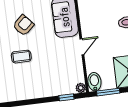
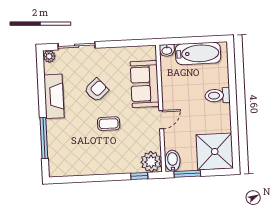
coffee table: (21, 57) -> (109, 124), moved
plant: (81, 88) -> (151, 162), width x1.87, depth x1.87

